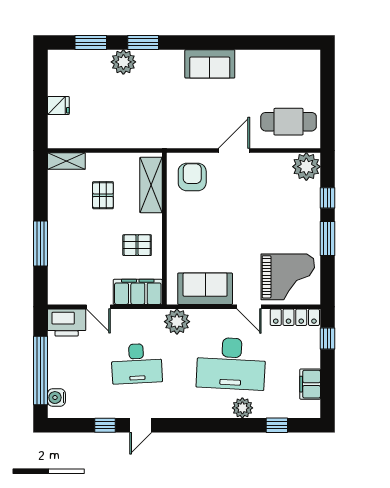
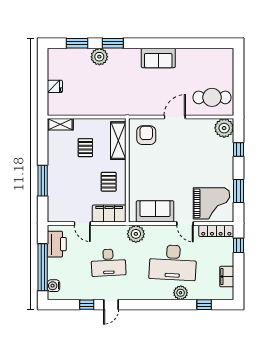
window: (327, 239) -> (239, 191), moved
pallet: (137, 245) -> (109, 182), turned 90
printer: (67, 323) -> (57, 244), moved, turned -90

